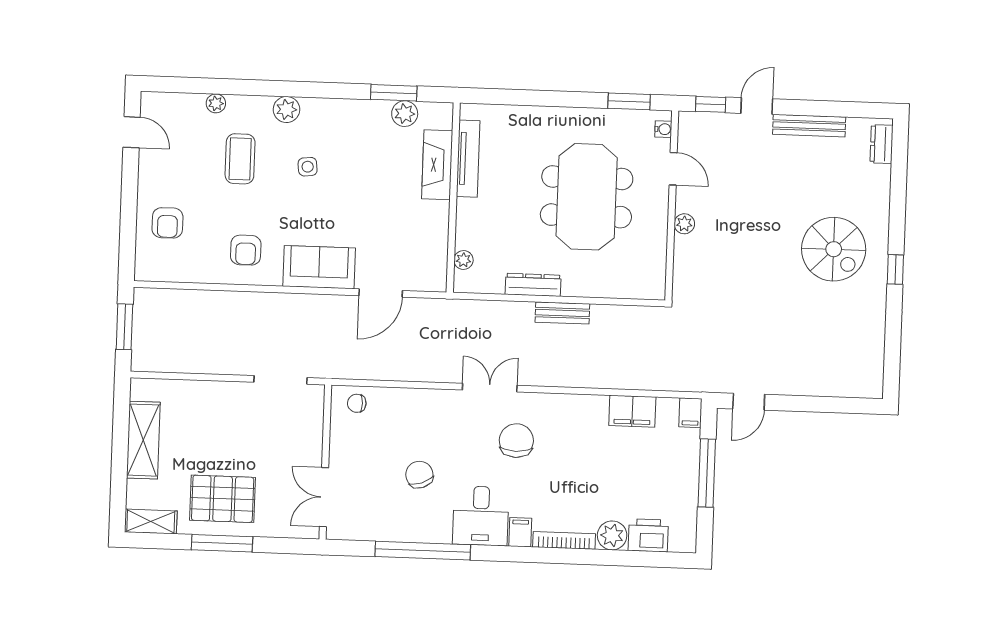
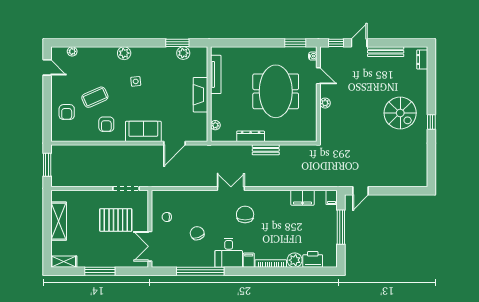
plant: (216, 103) -> (72, 51), moved
coffee table: (240, 159) -> (95, 97), moved, turned 66
fireplace: (437, 165) -> (200, 95), moved
chair: (357, 403) -> (167, 217), moved
pallet: (223, 499) -> (116, 220), moved

